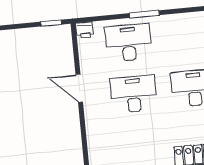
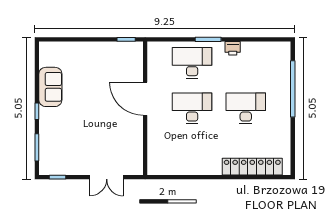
printer: (85, 30) -> (233, 48), moved
door: (79, 88) -> (145, 99), width x1.36

